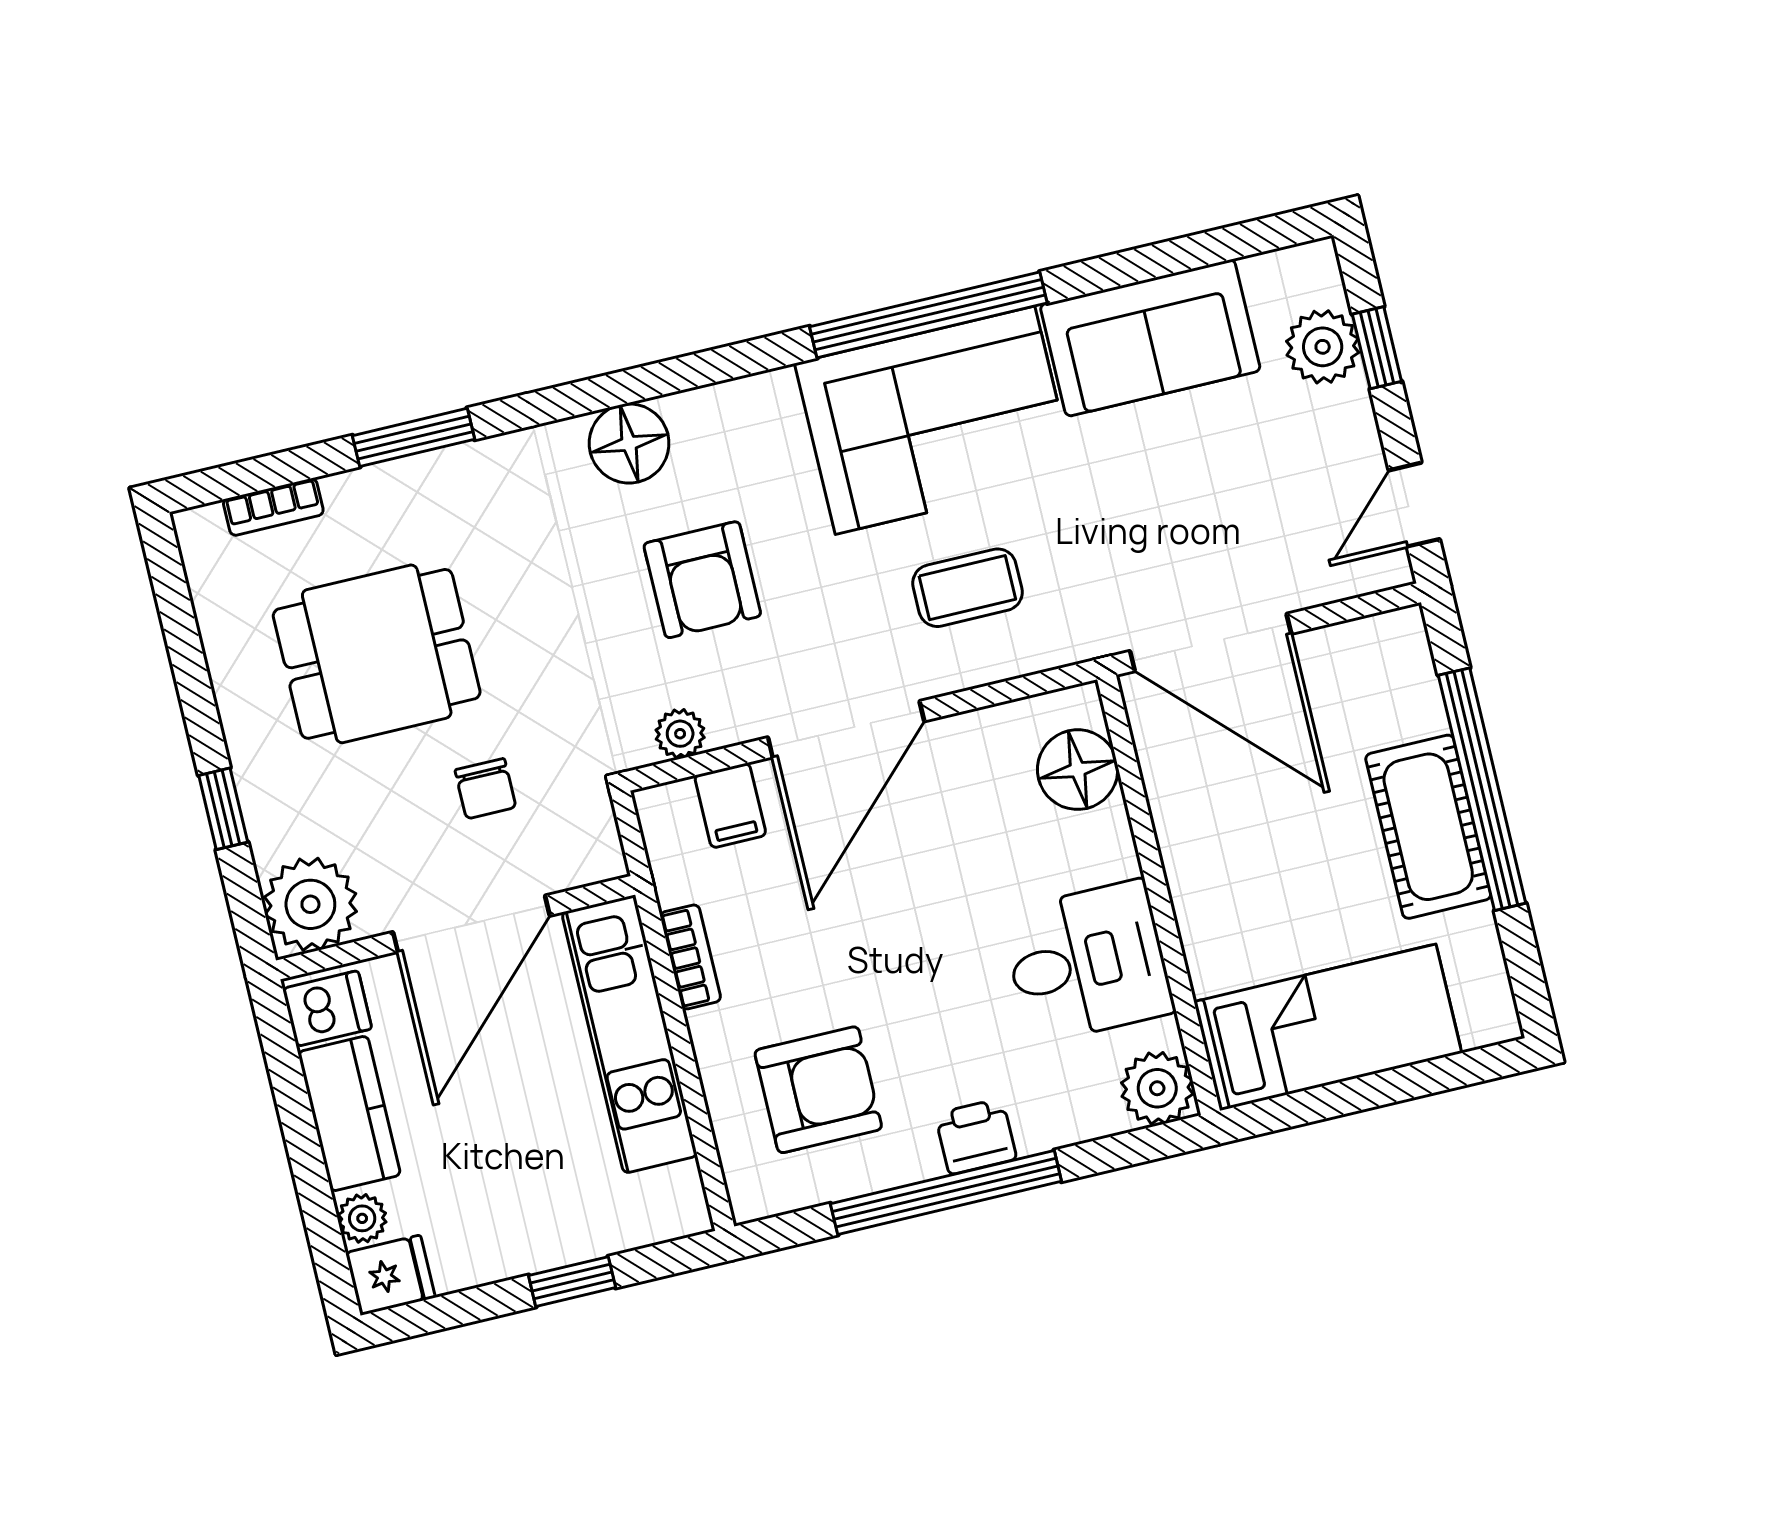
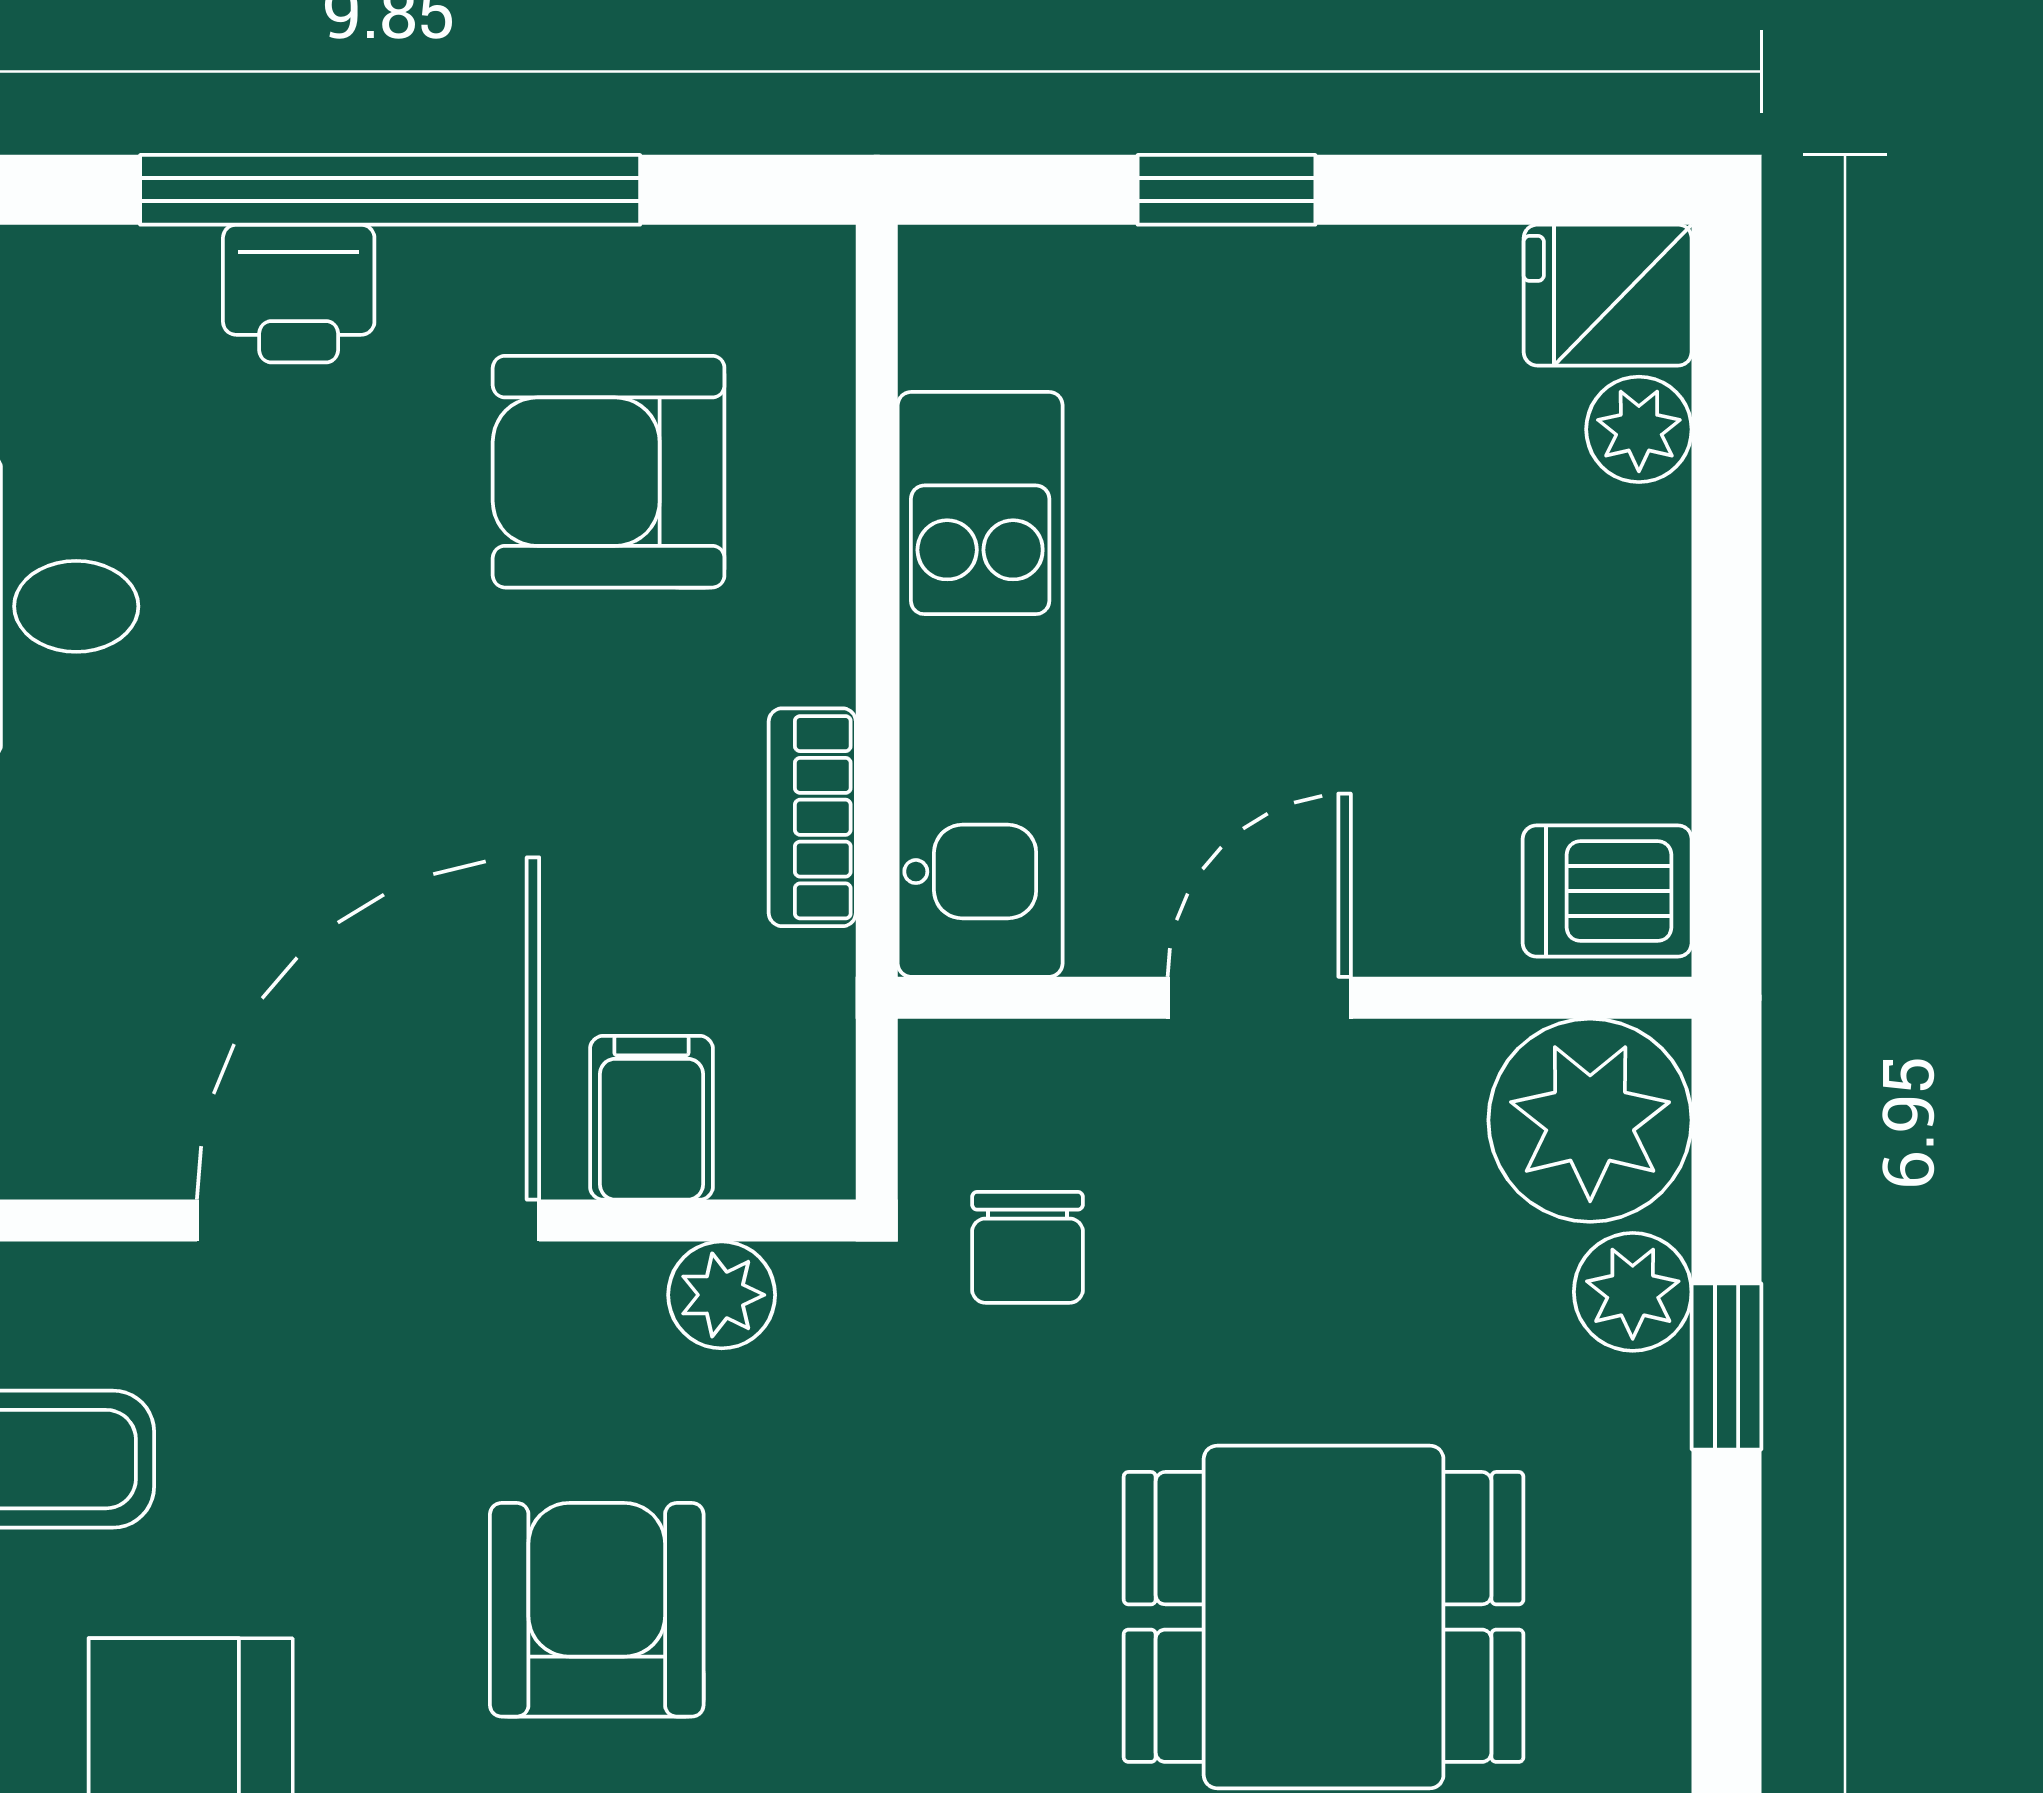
chair: (485, 789) -> (1027, 1247), moved, turned 180
plant: (273, 832) -> (1633, 1292), added
door: (471, 924) -> (1259, 998), width x0.53
kitchen counter: (349, 1114) -> (1613, 658), removed

